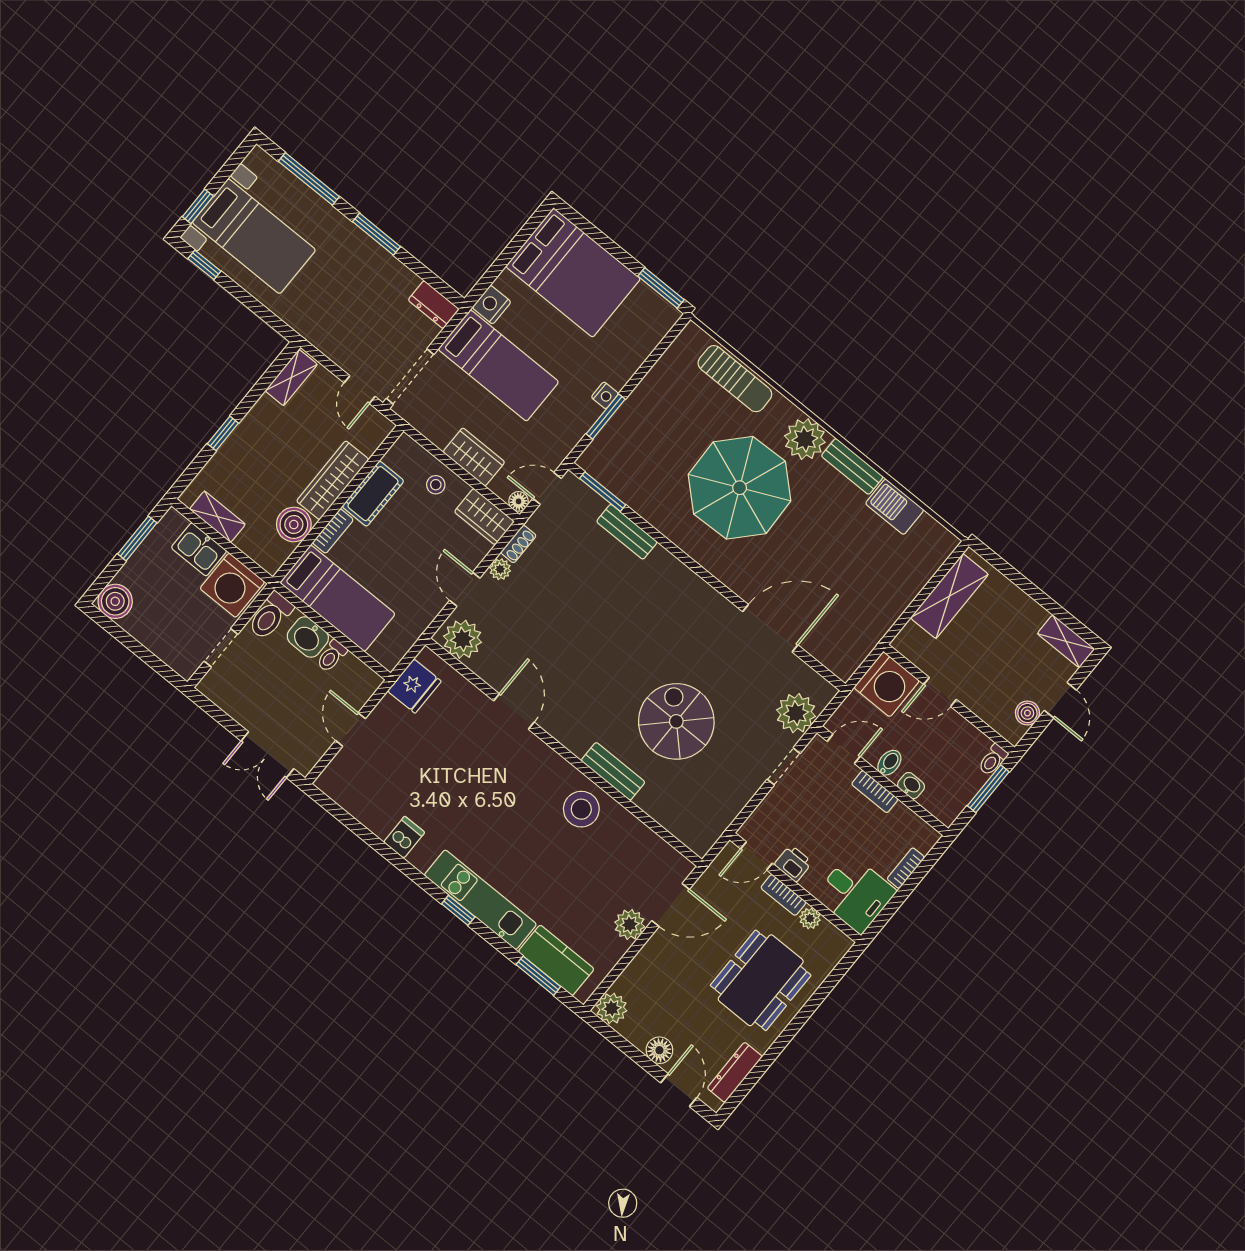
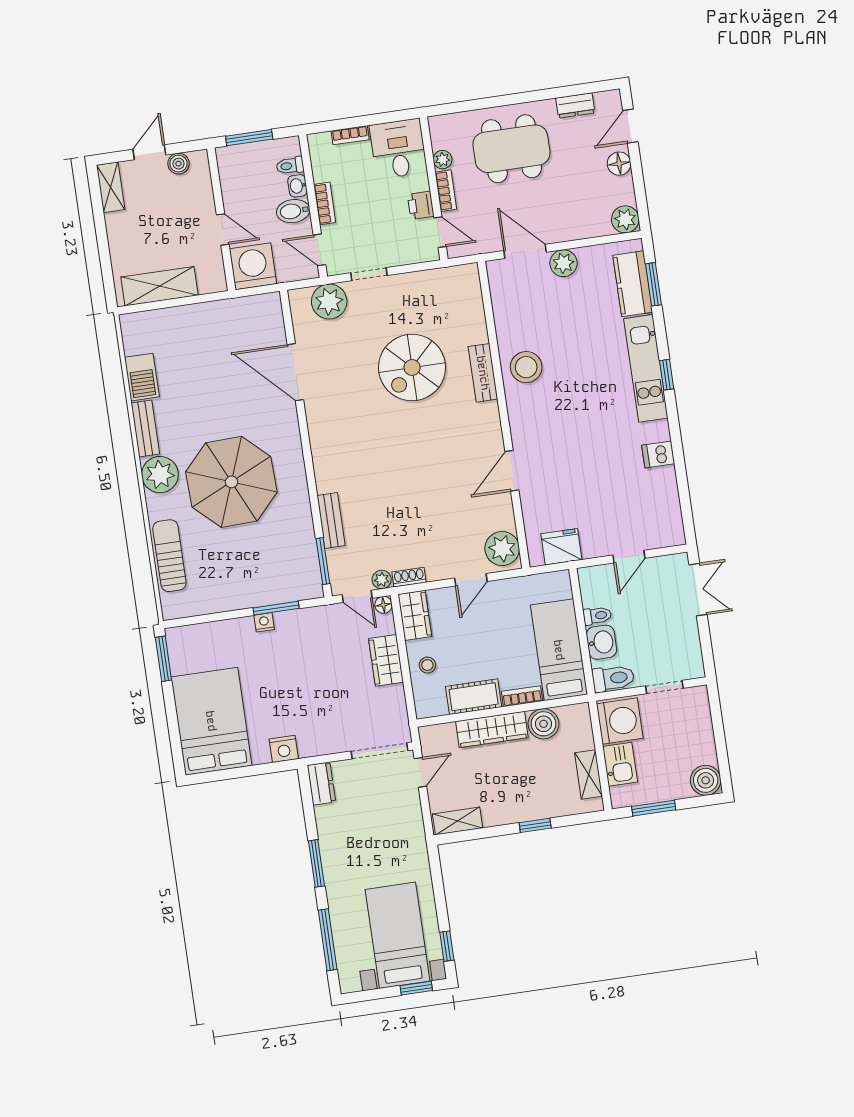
bed: (498, 366) -> (316, 705), removed
plant: (500, 569) -> (382, 580), moved
toilet: (993, 760) -> (290, 166), moved, turned 180
bidet: (889, 763) -> (293, 211), width x1.38, depth x1.36
dresser: (735, 1072) -> (575, 105), width x0.70

